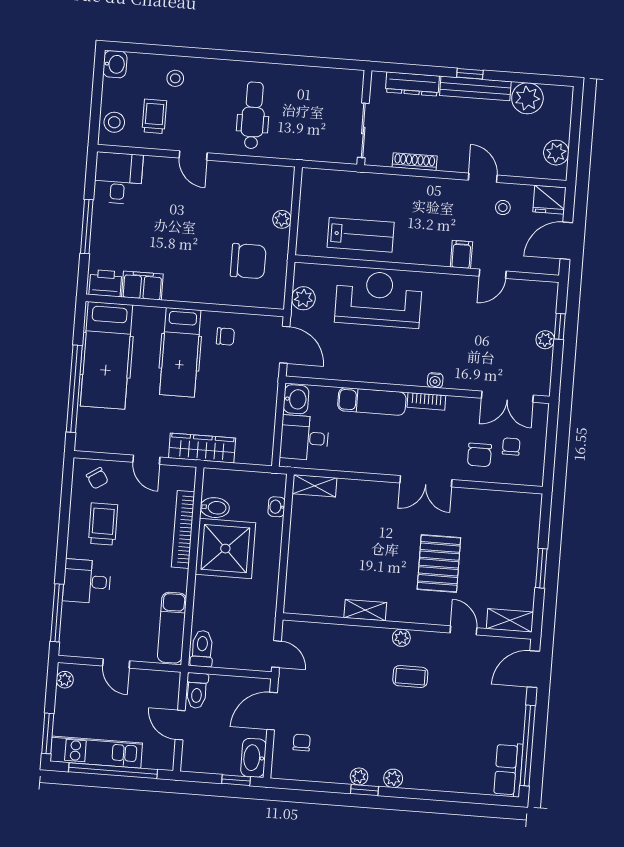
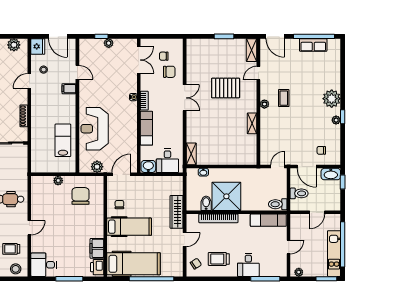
toilet: (197, 691) -> (299, 193), moved
row of seats: (508, 770) -> (313, 45), moved
plant: (393, 778) -> (332, 99), width x1.87, depth x1.87

